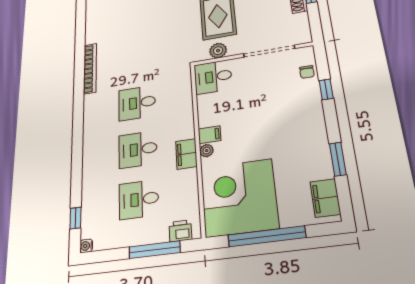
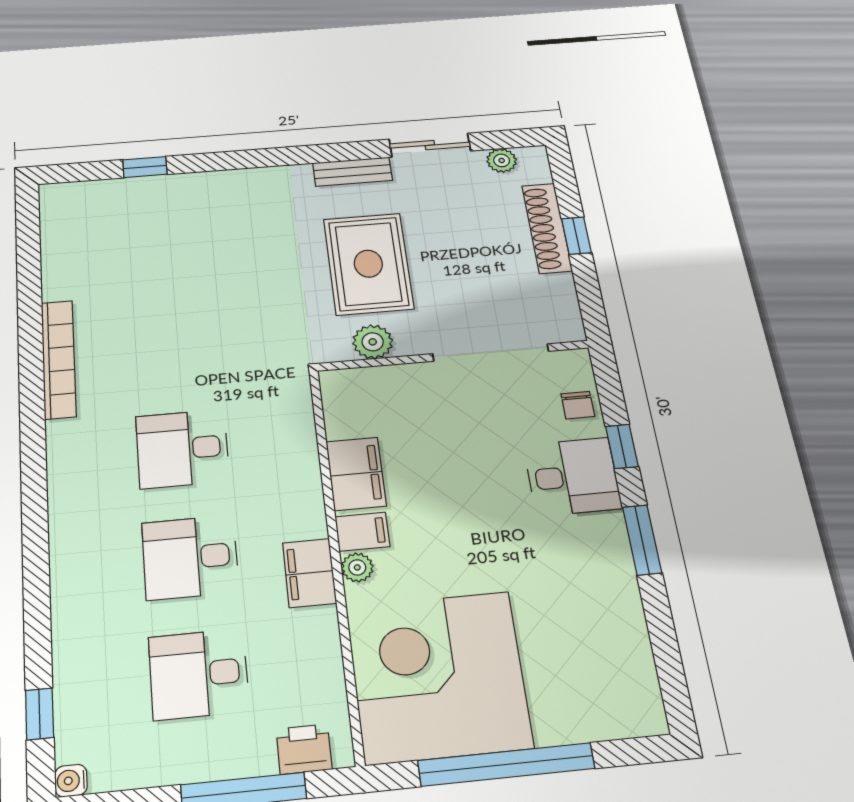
desk: (213, 77) -> (572, 477), moved, turned 180
window: (338, 159) -> (642, 540), moved
filing cabinet: (325, 198) -> (356, 474), moved, turned 180

